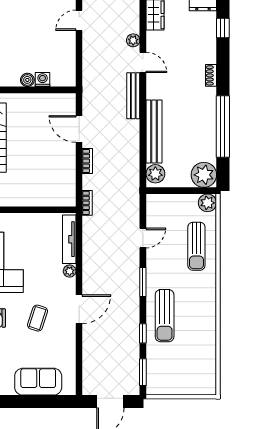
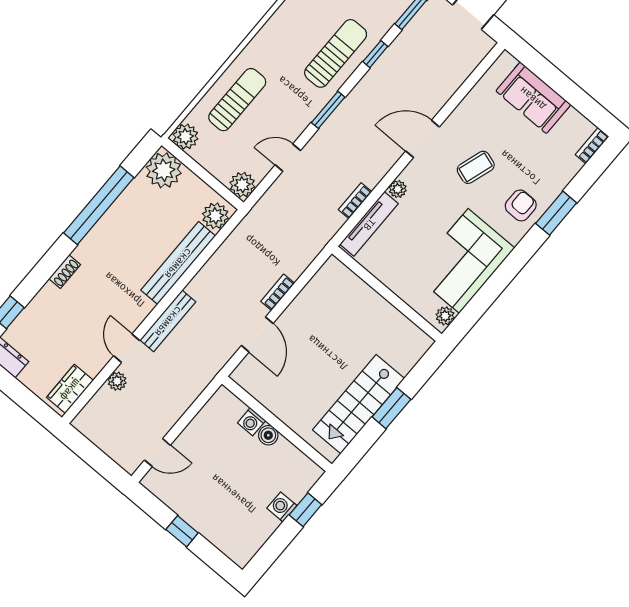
bookcase: (87, 203) -> (355, 201), moved
plant: (155, 203) -> (242, 185), added

